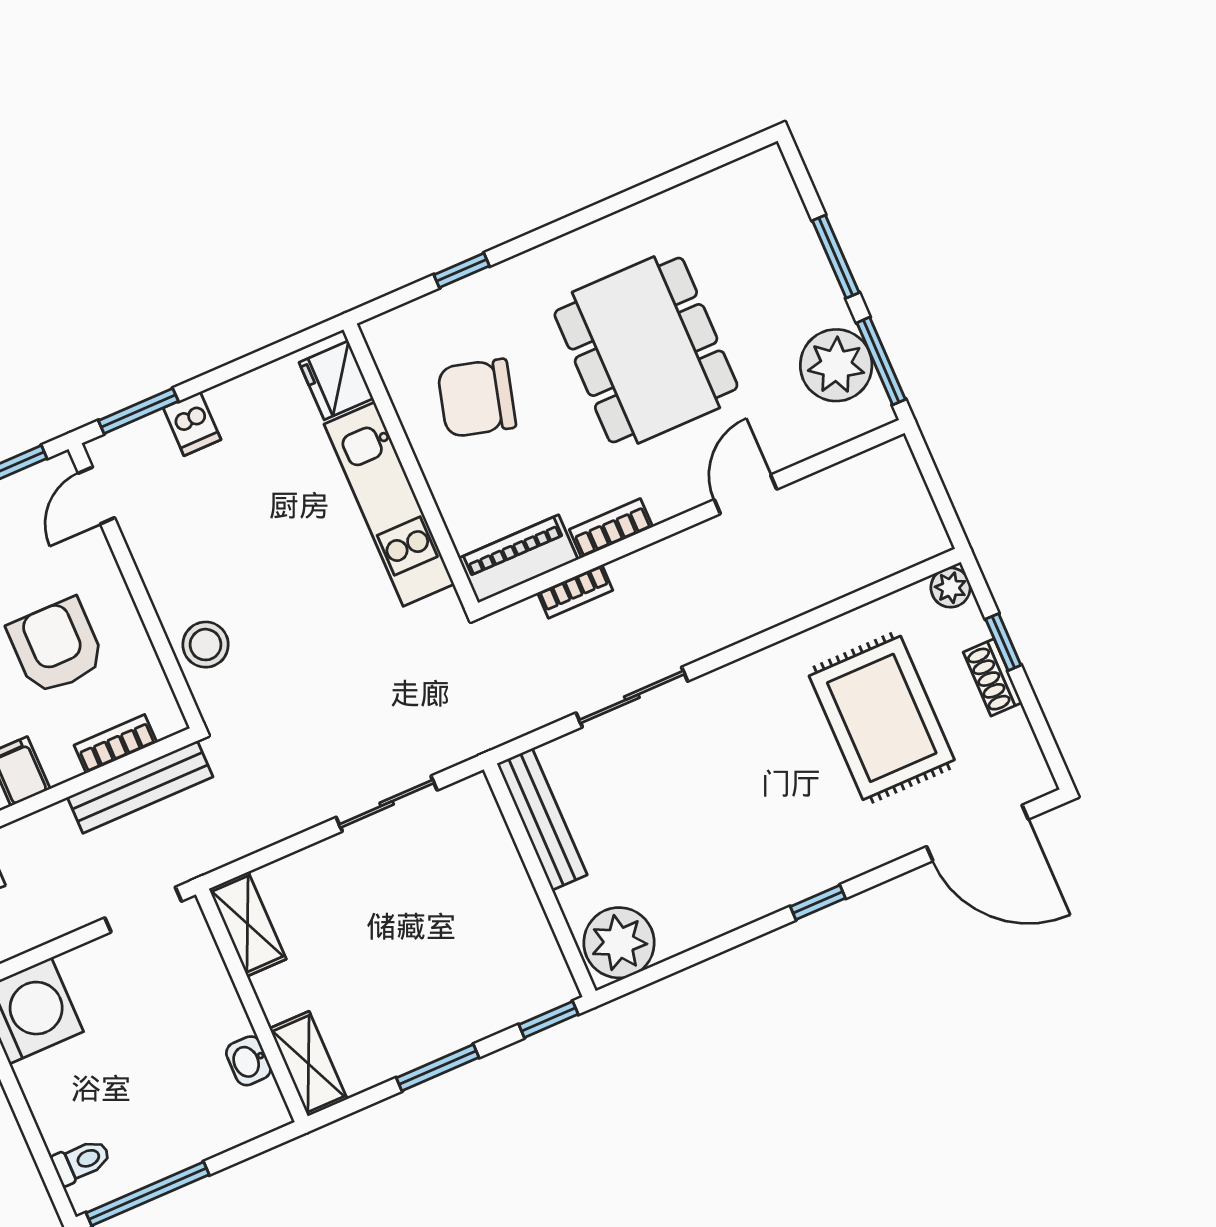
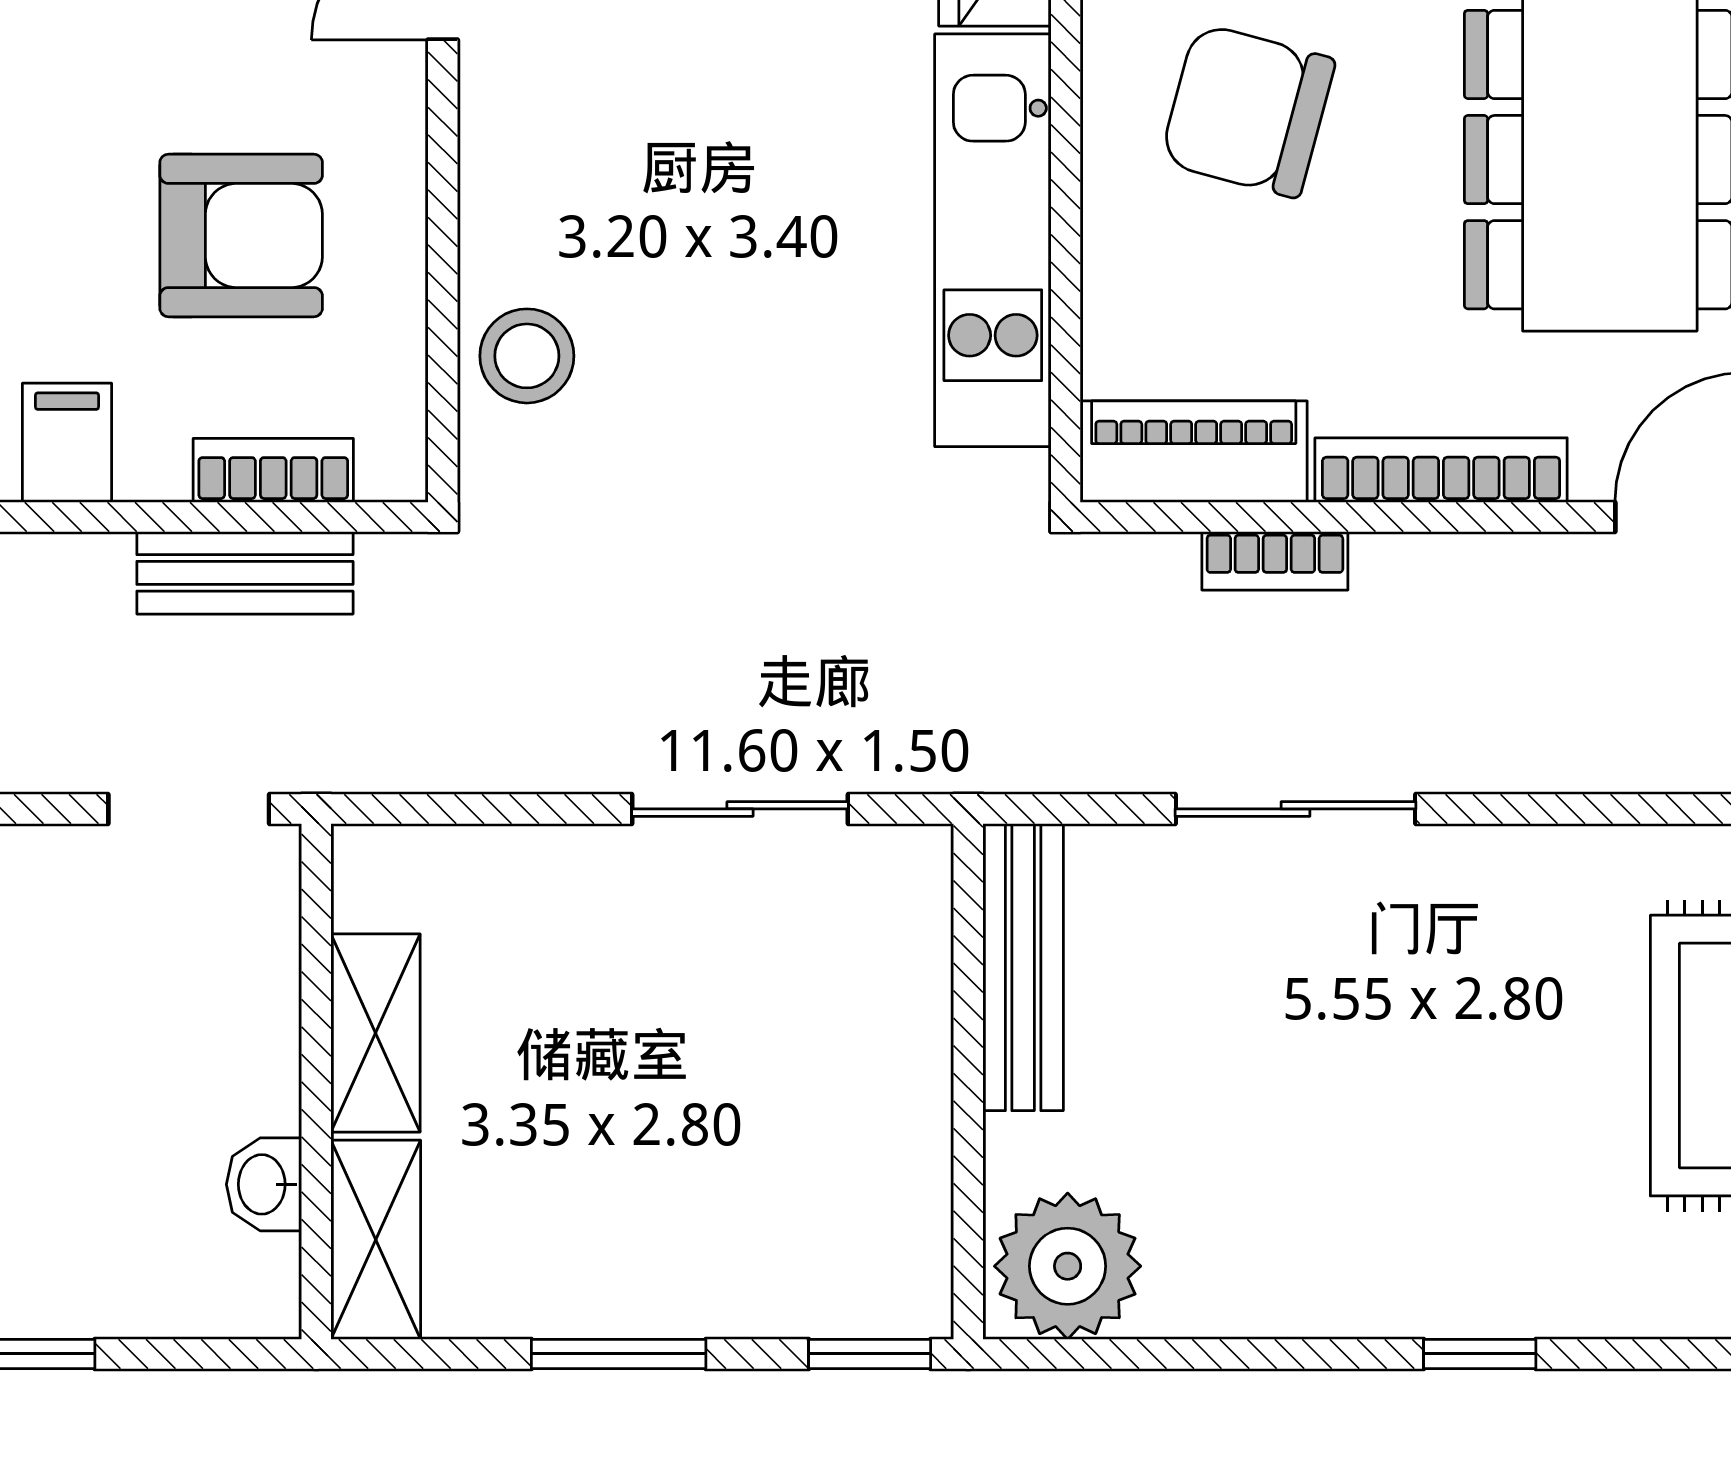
bookcase: (611, 528) -> (1441, 470), width x1.56
armchair: (56, 646) -> (241, 235), turned 90
bench: (140, 787) -> (245, 573), width x0.73
shelving: (248, 924) -> (375, 1033), moved

